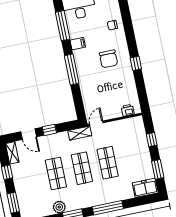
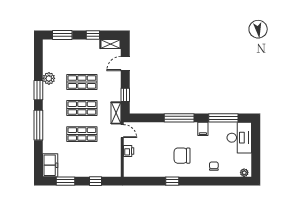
printer: (128, 110) -> (129, 151), moved
window: (49, 130) -> (125, 95), moved

